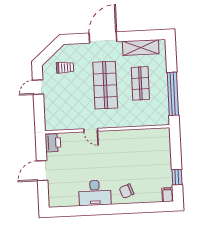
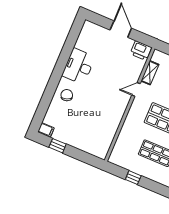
window: (173, 94) -> (133, 178), width x0.32
shelving: (69, 125) -> (150, 73), added

